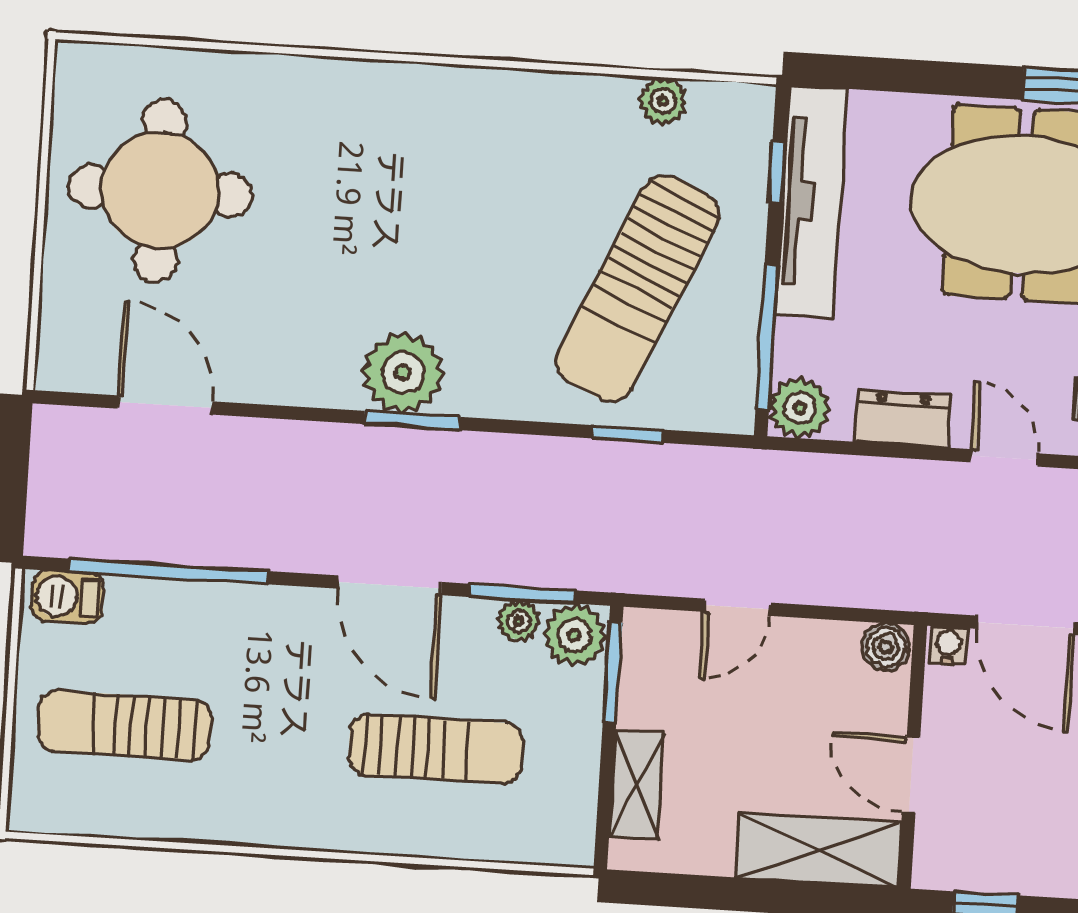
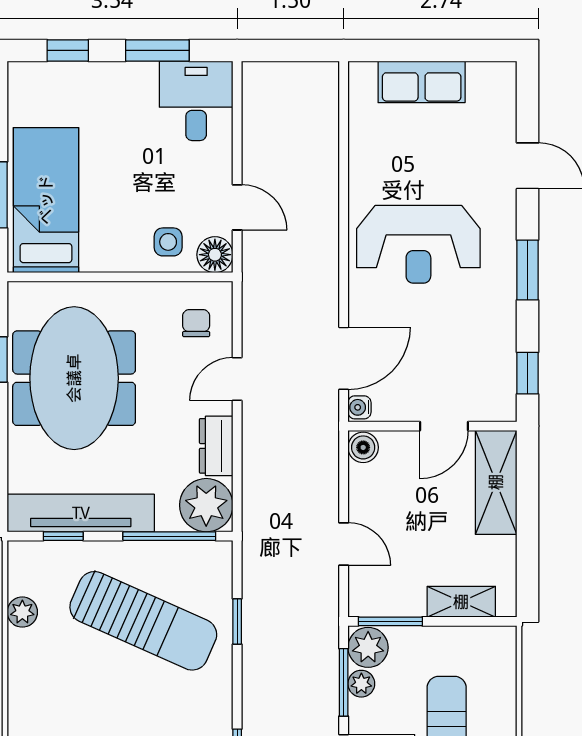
plant: (800, 408) -> (206, 505), width x1.36, depth x1.36

